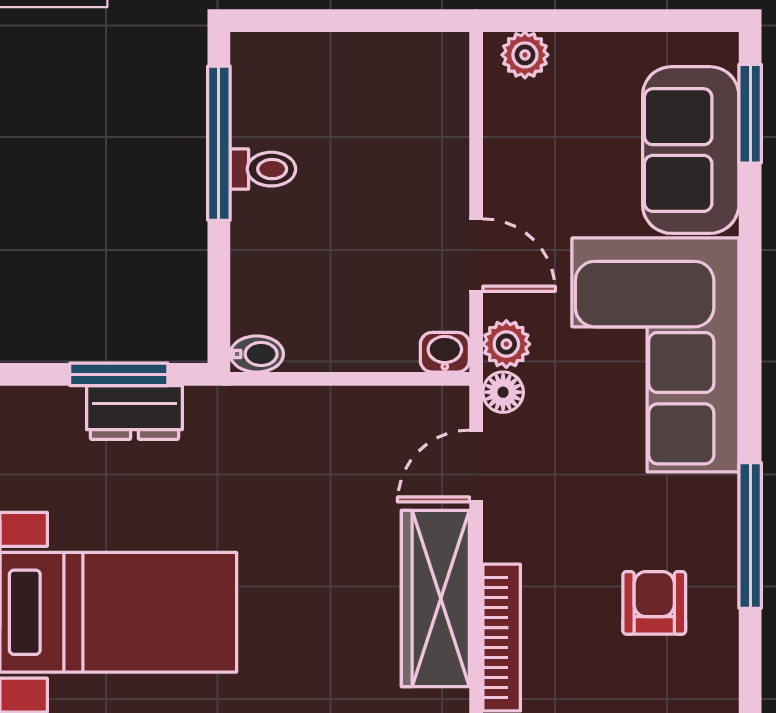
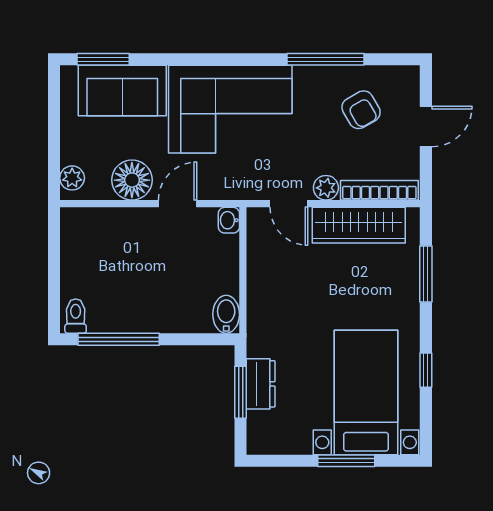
toilet: (263, 169) -> (76, 316), moved
plant: (506, 344) -> (326, 188), moved
bidet: (257, 354) -> (226, 314), width x1.38, depth x1.36
floor lamp: (503, 392) -> (132, 180), moved, width x1.89, depth x1.89
armchair: (654, 603) -> (361, 110), turned -120

